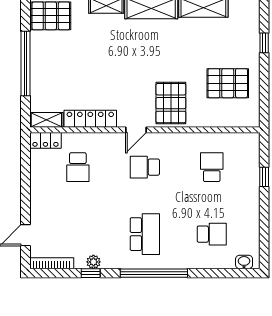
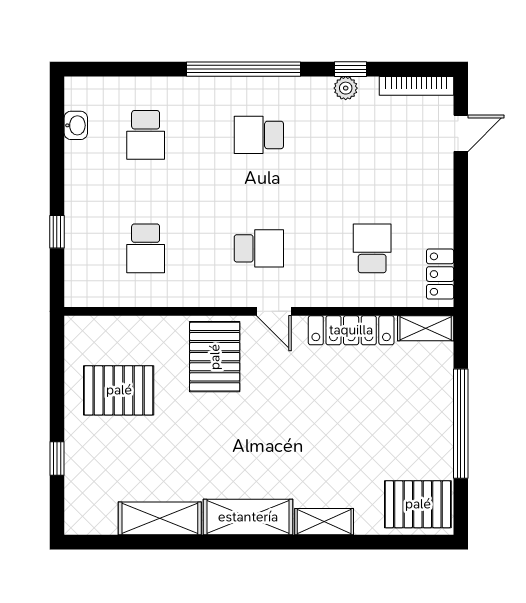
door: (136, 130) -> (274, 311), swing flipped
locker: (45, 140) -> (440, 274), moved, turned -90
school desk: (145, 234) -> (259, 135), width x0.54
school desk: (212, 234) -> (146, 135), turned -90
washbasin: (244, 262) -> (76, 125), moved, turned -90

